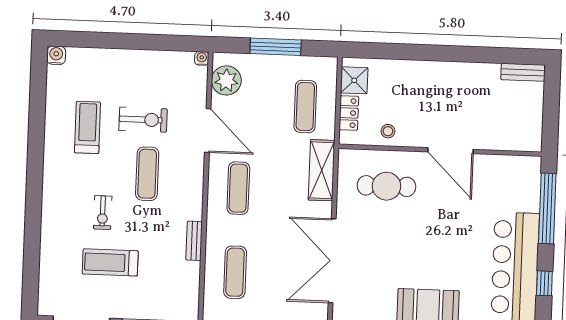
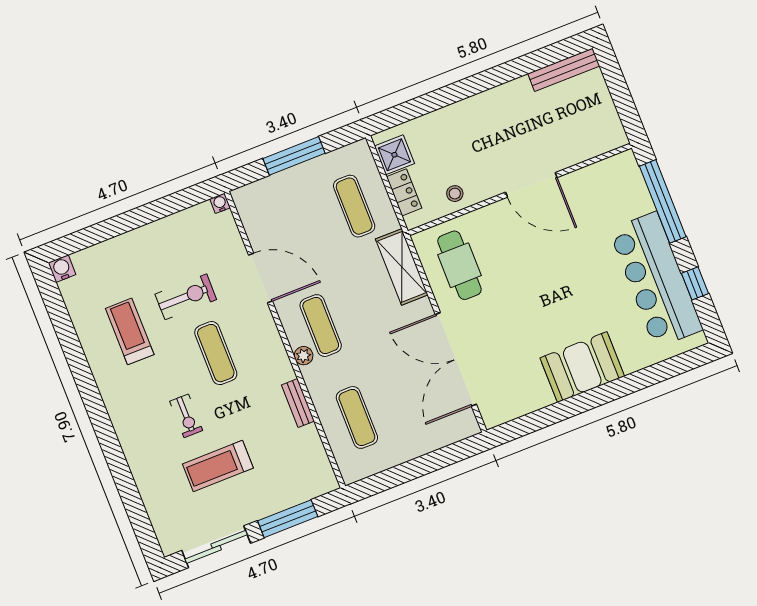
bench: (523, 72) -> (564, 70), width x1.36
plant: (226, 80) -> (304, 356), moved, width x0.53, depth x0.53
cafe table: (386, 186) -> (459, 265), moved, turned 90

